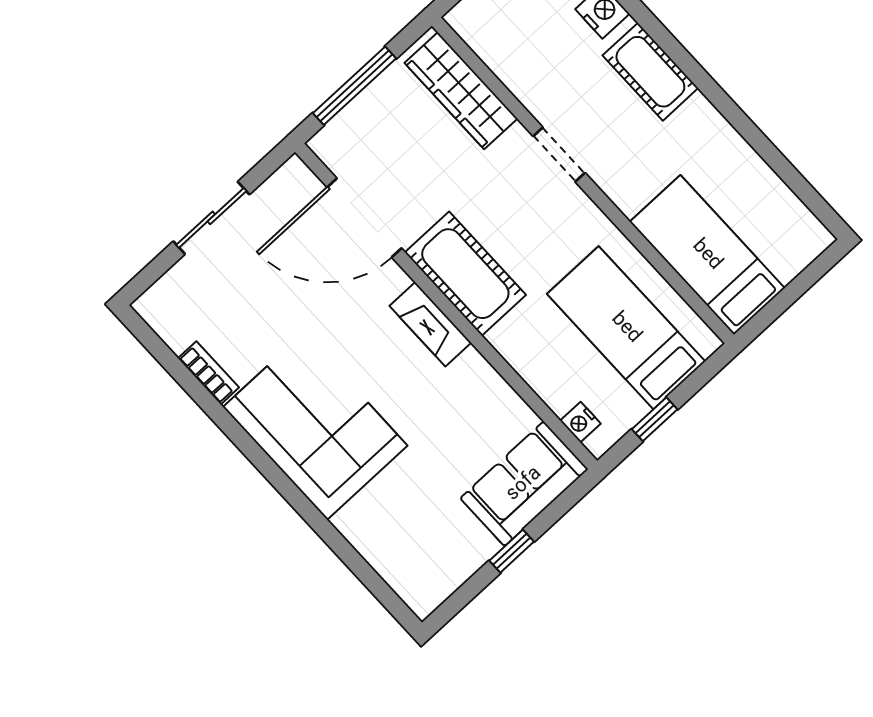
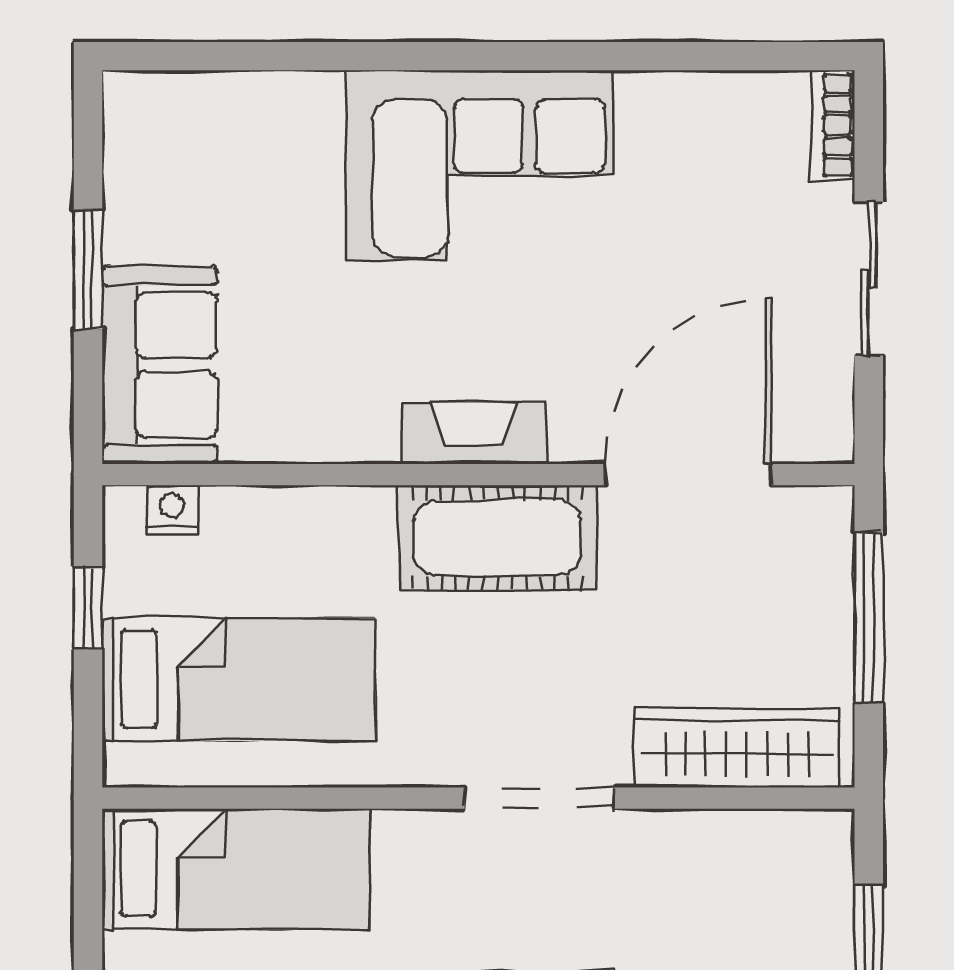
doorway: (559, 155) -> (539, 798), width x1.38
bookcase: (209, 373) -> (833, 125), moved, turned 90
window: (512, 551) -> (88, 269), width x1.50

